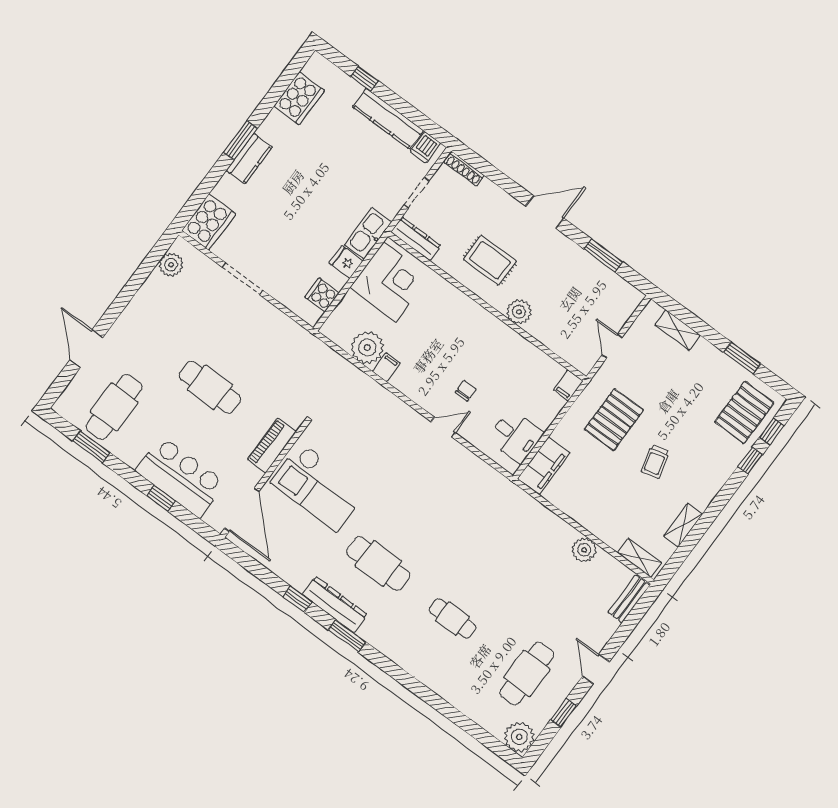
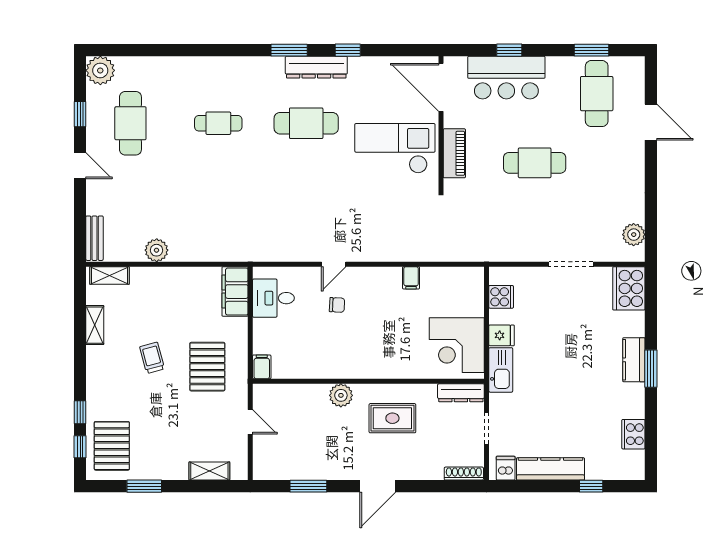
cooker: (299, 98) -> (633, 434), width x0.73, depth x0.76
plant: (367, 347) -> (437, 282), removed
chair: (466, 391) -> (337, 305), turned -87

